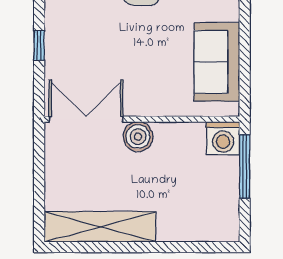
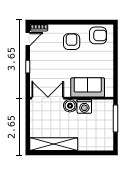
sofa: (217, 62) -> (88, 87), moved, turned 90
washing machine: (223, 138) -> (84, 106), moved

